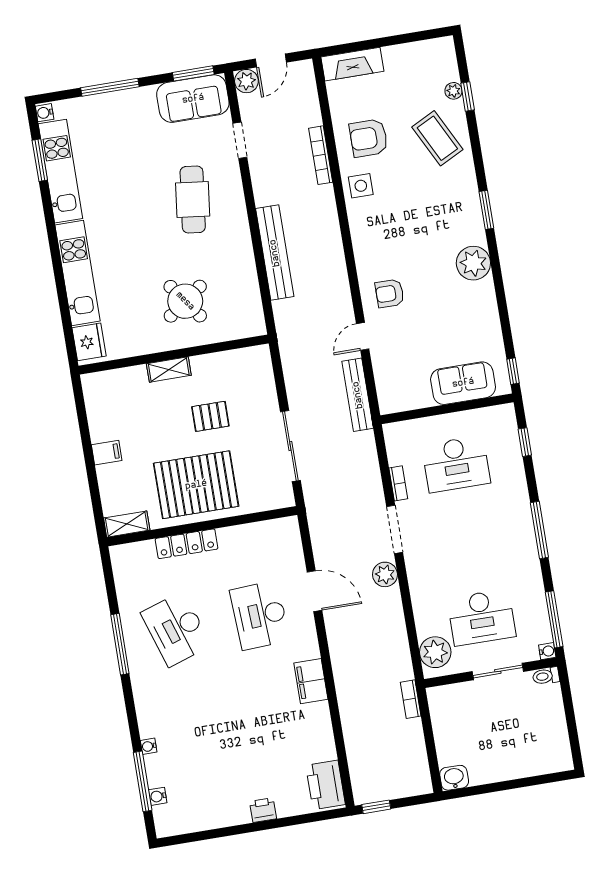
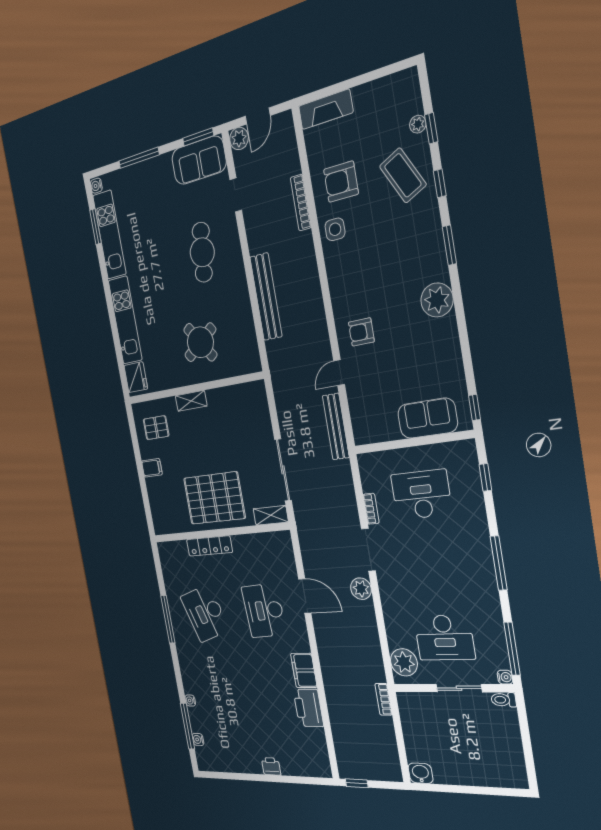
window: (476, 150) -> (440, 183), added
pallet: (210, 416) -> (156, 428), moved
desk: (456, 464) -> (421, 495), turned 180
shelving: (127, 524) -> (271, 515), moved
printer: (325, 785) -> (308, 708), moved

